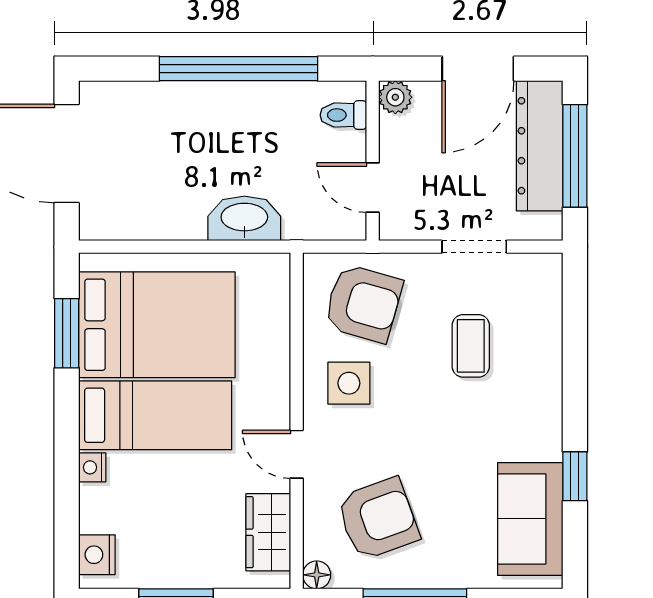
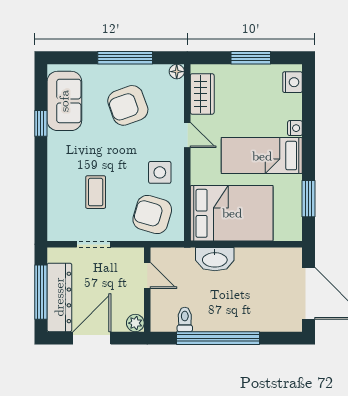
toilet: (343, 115) -> (185, 319), moved, turned -90
bed: (157, 325) -> (232, 213), moved, turned 180
armchair: (378, 519) -> (128, 105), moved

